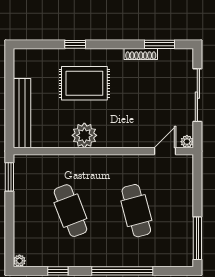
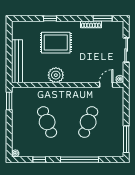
sliding door: (197, 95) -> (126, 50), width x0.73
cafe table: (136, 211) -> (88, 122), turned 36

